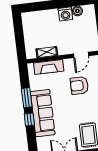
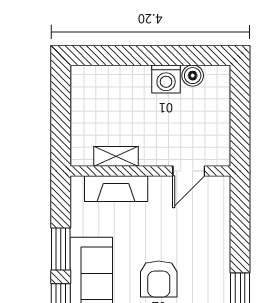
armchair: (79, 86) -> (159, 279), moved, turned -90

